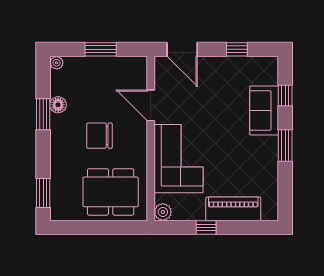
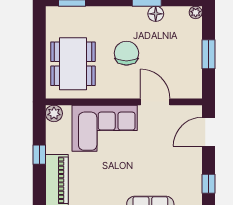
door: (151, 105) -> (155, 102), hinge flipped

